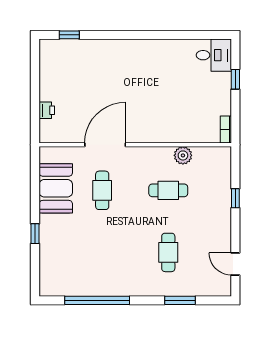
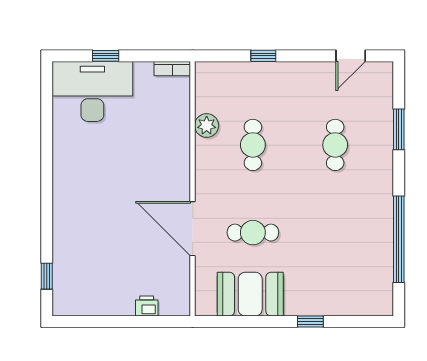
desk: (214, 55) -> (92, 91), width x1.87, depth x1.30
cafe table: (168, 252) -> (335, 145), turned 90

